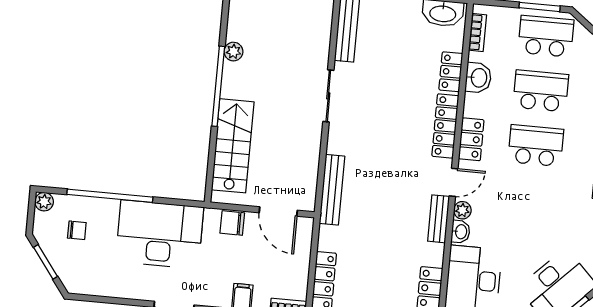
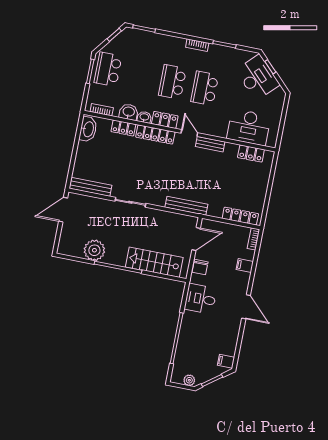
plant: (233, 52) -> (94, 250), width x1.87, depth x1.87
school desk: (541, 91) -> (205, 88), moved
plant: (44, 202) -> (189, 380), moved
plant: (462, 210) -> (206, 129), removed
chair: (77, 230) -> (195, 360), removed
washbasin: (461, 232) -> (144, 117), moved
desk: (160, 234) -> (201, 299), width x0.53, depth x0.77
filing cabinet: (80, 282) -> (226, 361), added

